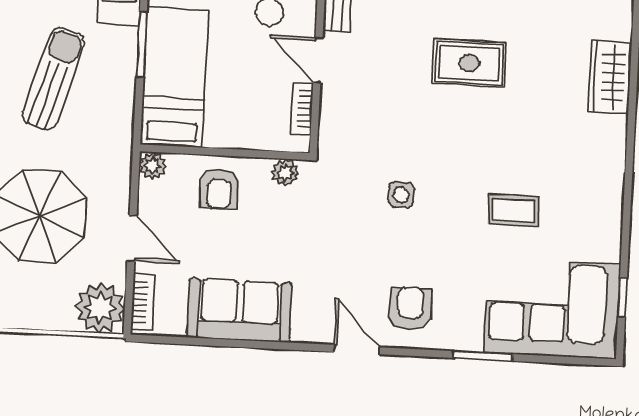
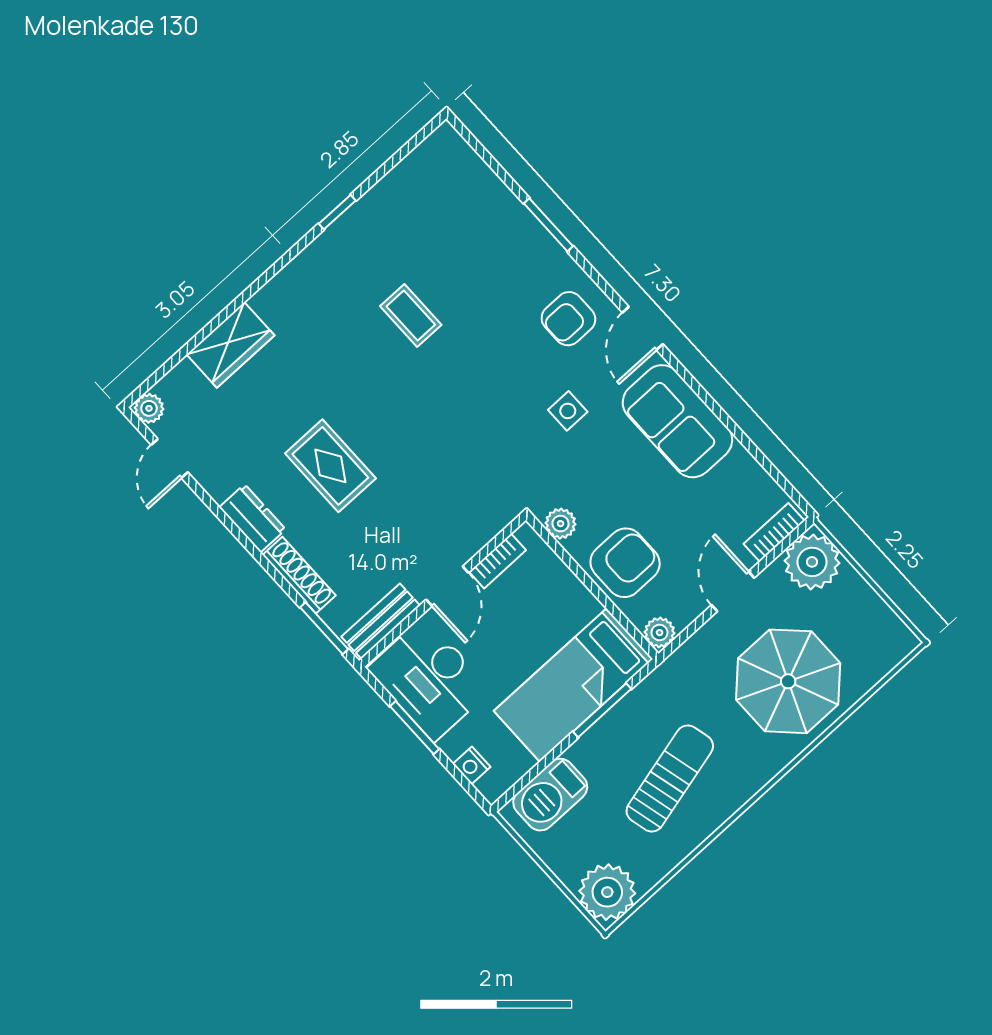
window: (142, 44) -> (602, 710), moved
sun lounger: (53, 79) -> (670, 778), turned 149
armchair: (219, 188) -> (625, 563), width x1.38, depth x1.38
side table: (401, 195) -> (568, 411), moved
window: (622, 297) -> (337, 212), moved
corner sofa: (552, 309) -> (457, 208), removed
sofa: (240, 310) -> (677, 421), moved

